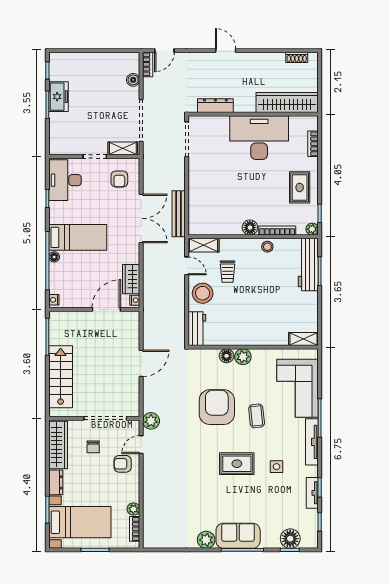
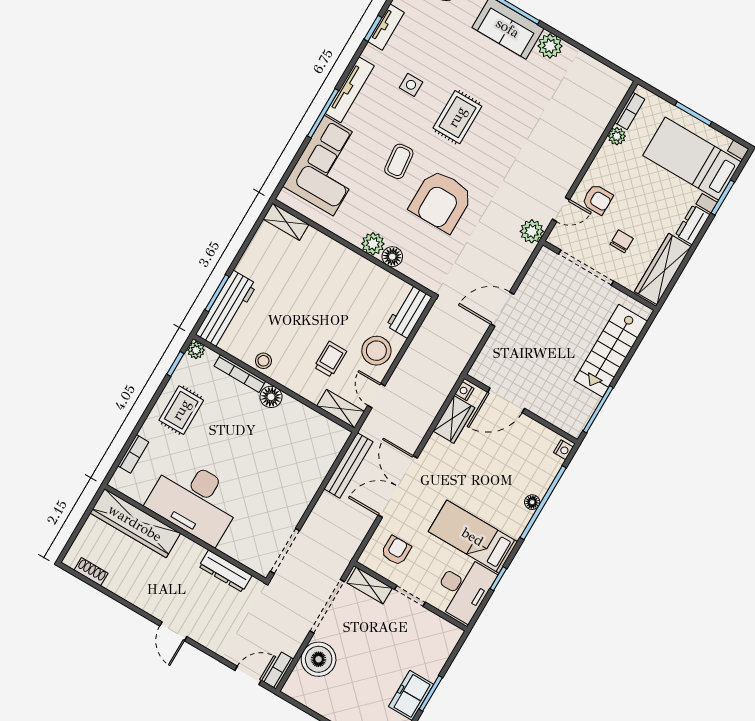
boiler: (133, 80) -> (319, 659), width x1.86, depth x1.86
bed: (78, 237) -> (473, 537), moved
rug: (237, 464) -> (457, 117), turned 90

